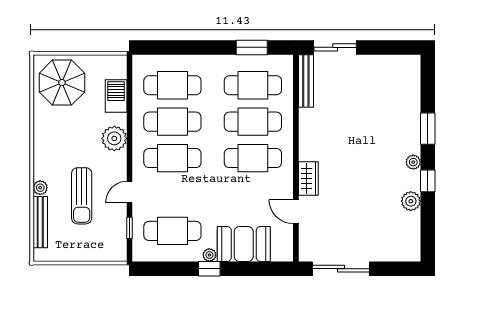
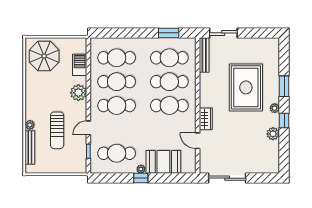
rug: (370, 131) -> (246, 87), added

